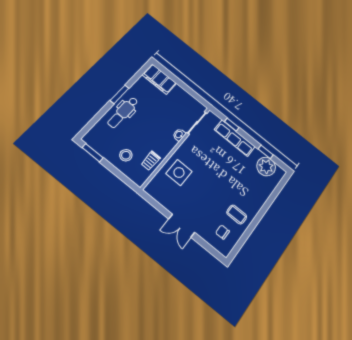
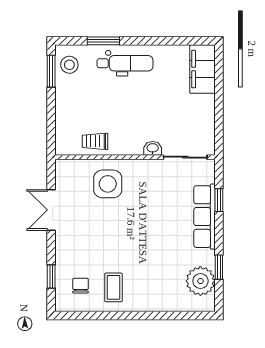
window: (120, 94) -> (103, 41), moved
dental chair: (123, 112) -> (125, 63), turned 180
stool: (126, 155) -> (69, 65), moved
double door: (182, 226) -> (51, 210), moved
window: (205, 245) -> (51, 276), added

